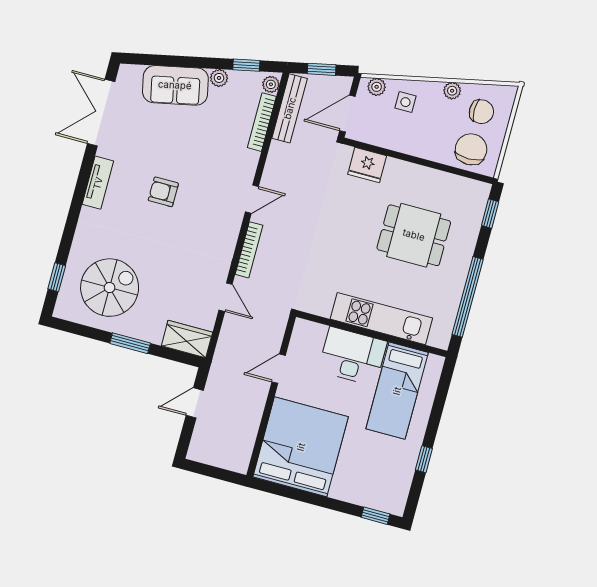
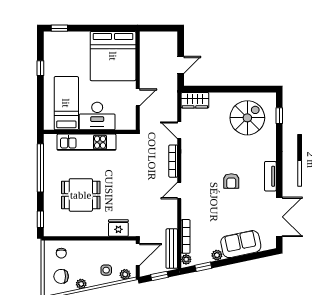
chair: (471, 149) -> (61, 253), width x0.54, depth x0.54
armchair: (163, 192) -> (231, 181), turned 90
spiral stairs: (110, 288) -> (247, 118), turned 180
window: (130, 343) -> (227, 89), removed

